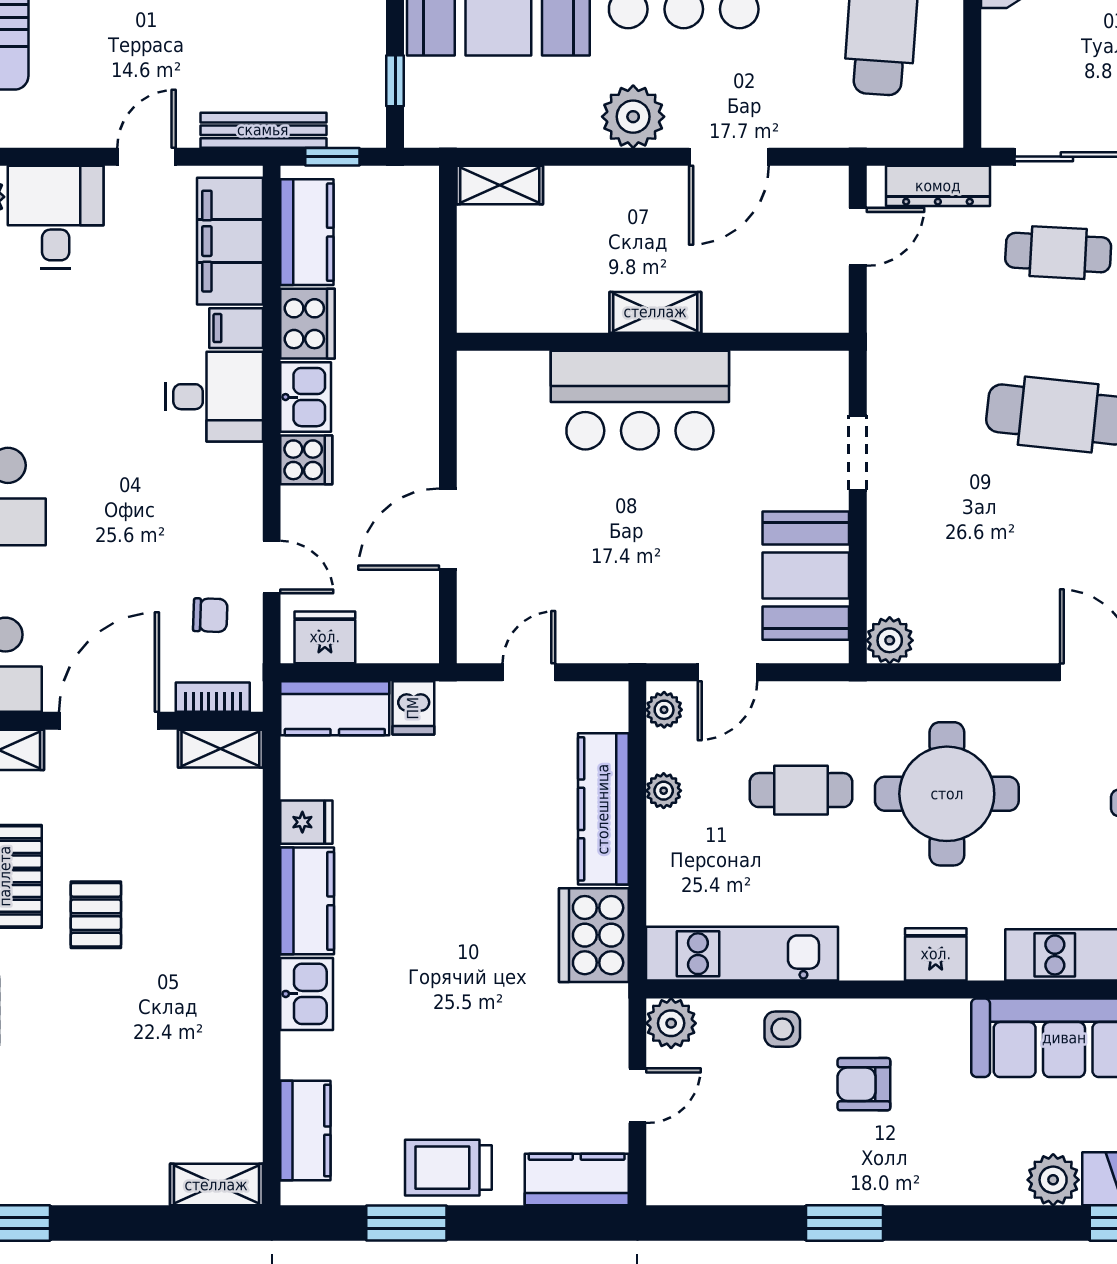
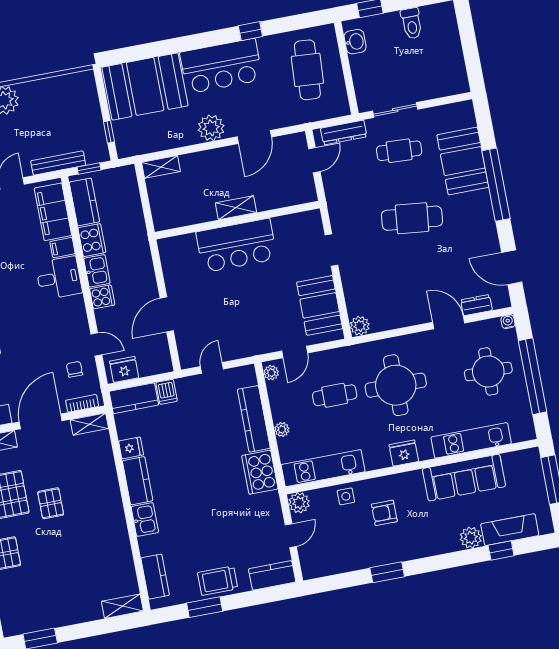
chair: (210, 615) -> (75, 369), turned -92
plant: (664, 791) -> (282, 429), moved

